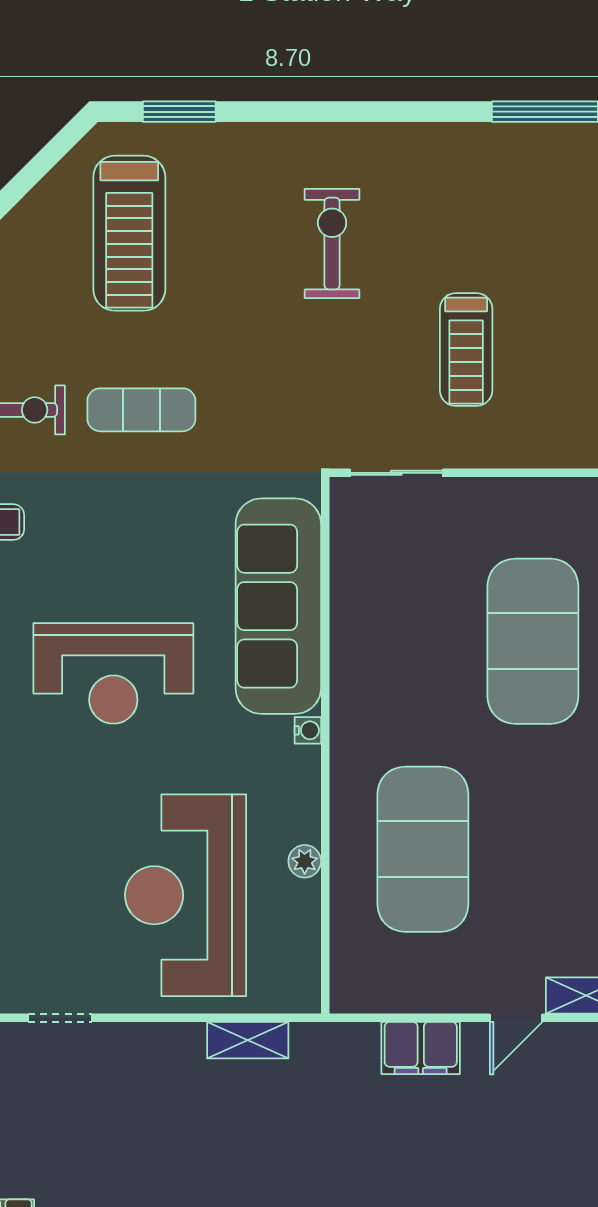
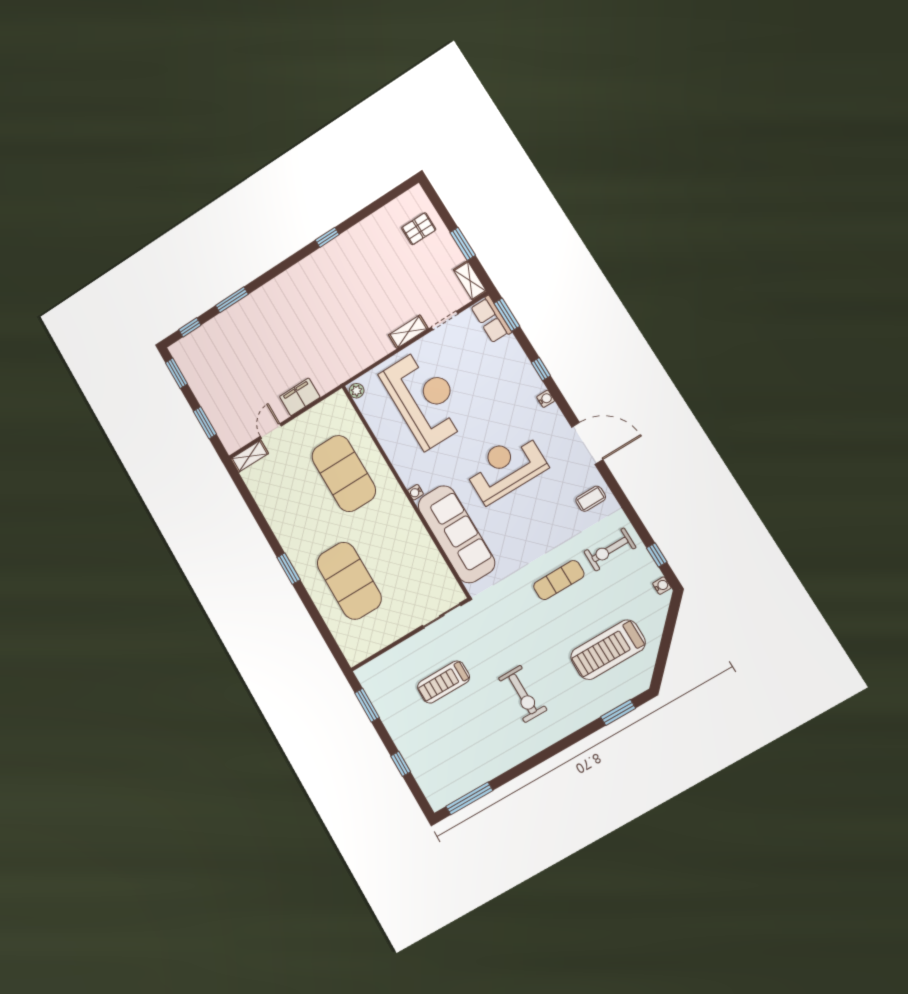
treadmill: (129, 233) -> (608, 650), turned -90
treadmill: (466, 350) -> (443, 682), turned -90
plant: (305, 861) -> (357, 391), moved
shelving: (248, 1040) -> (408, 332), moved

